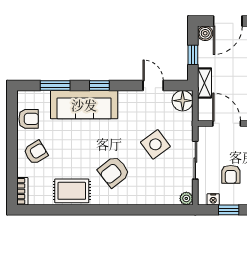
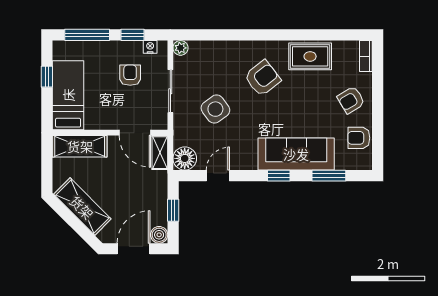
shelving: (205, 83) -> (160, 153), moved
door: (153, 86) -> (218, 176), swing flipped

